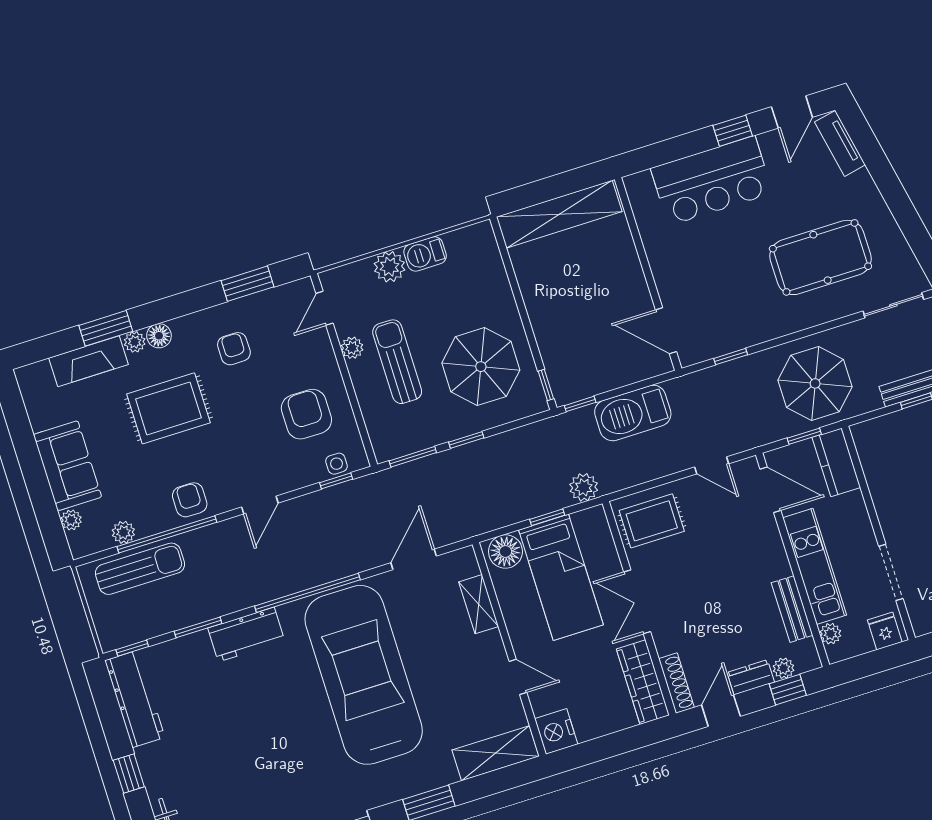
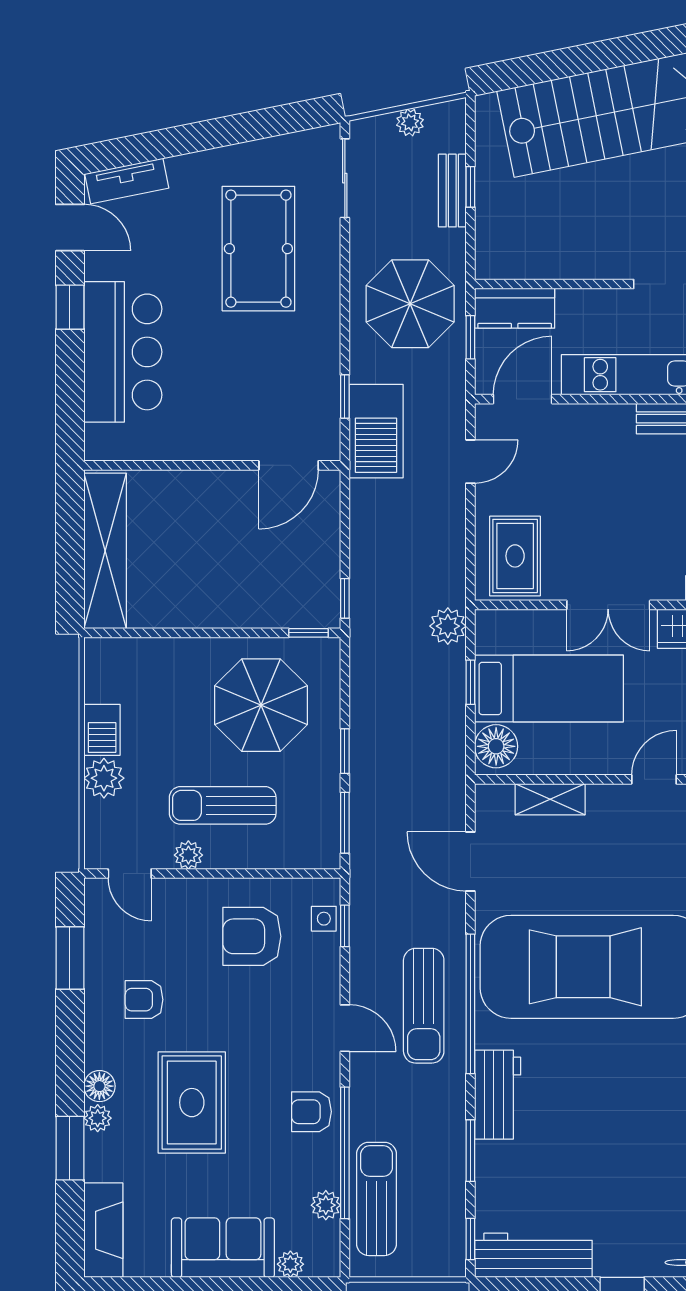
fireplace: (88, 361) -> (103, 1230), moved
barbecue: (633, 413) -> (376, 431), moved
sun lounger: (295, 559) -> (424, 1006), added

